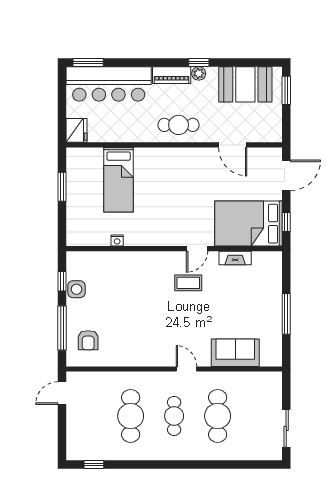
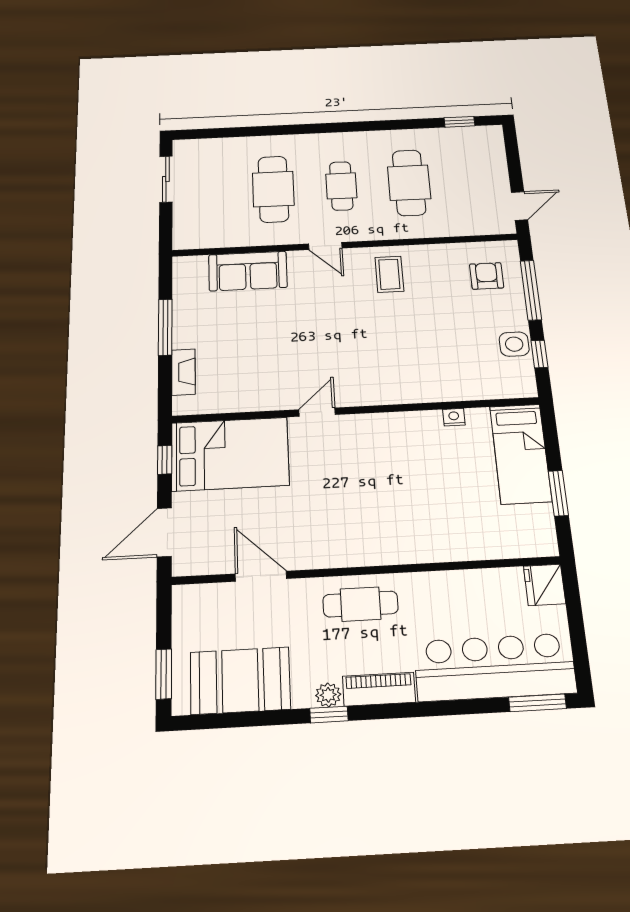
bed: (119, 180) -> (521, 454), moved, turned 180
fireplace: (235, 258) -> (183, 372), moved, turned 90
coffee table: (188, 283) -> (389, 274), moved, turned 90

